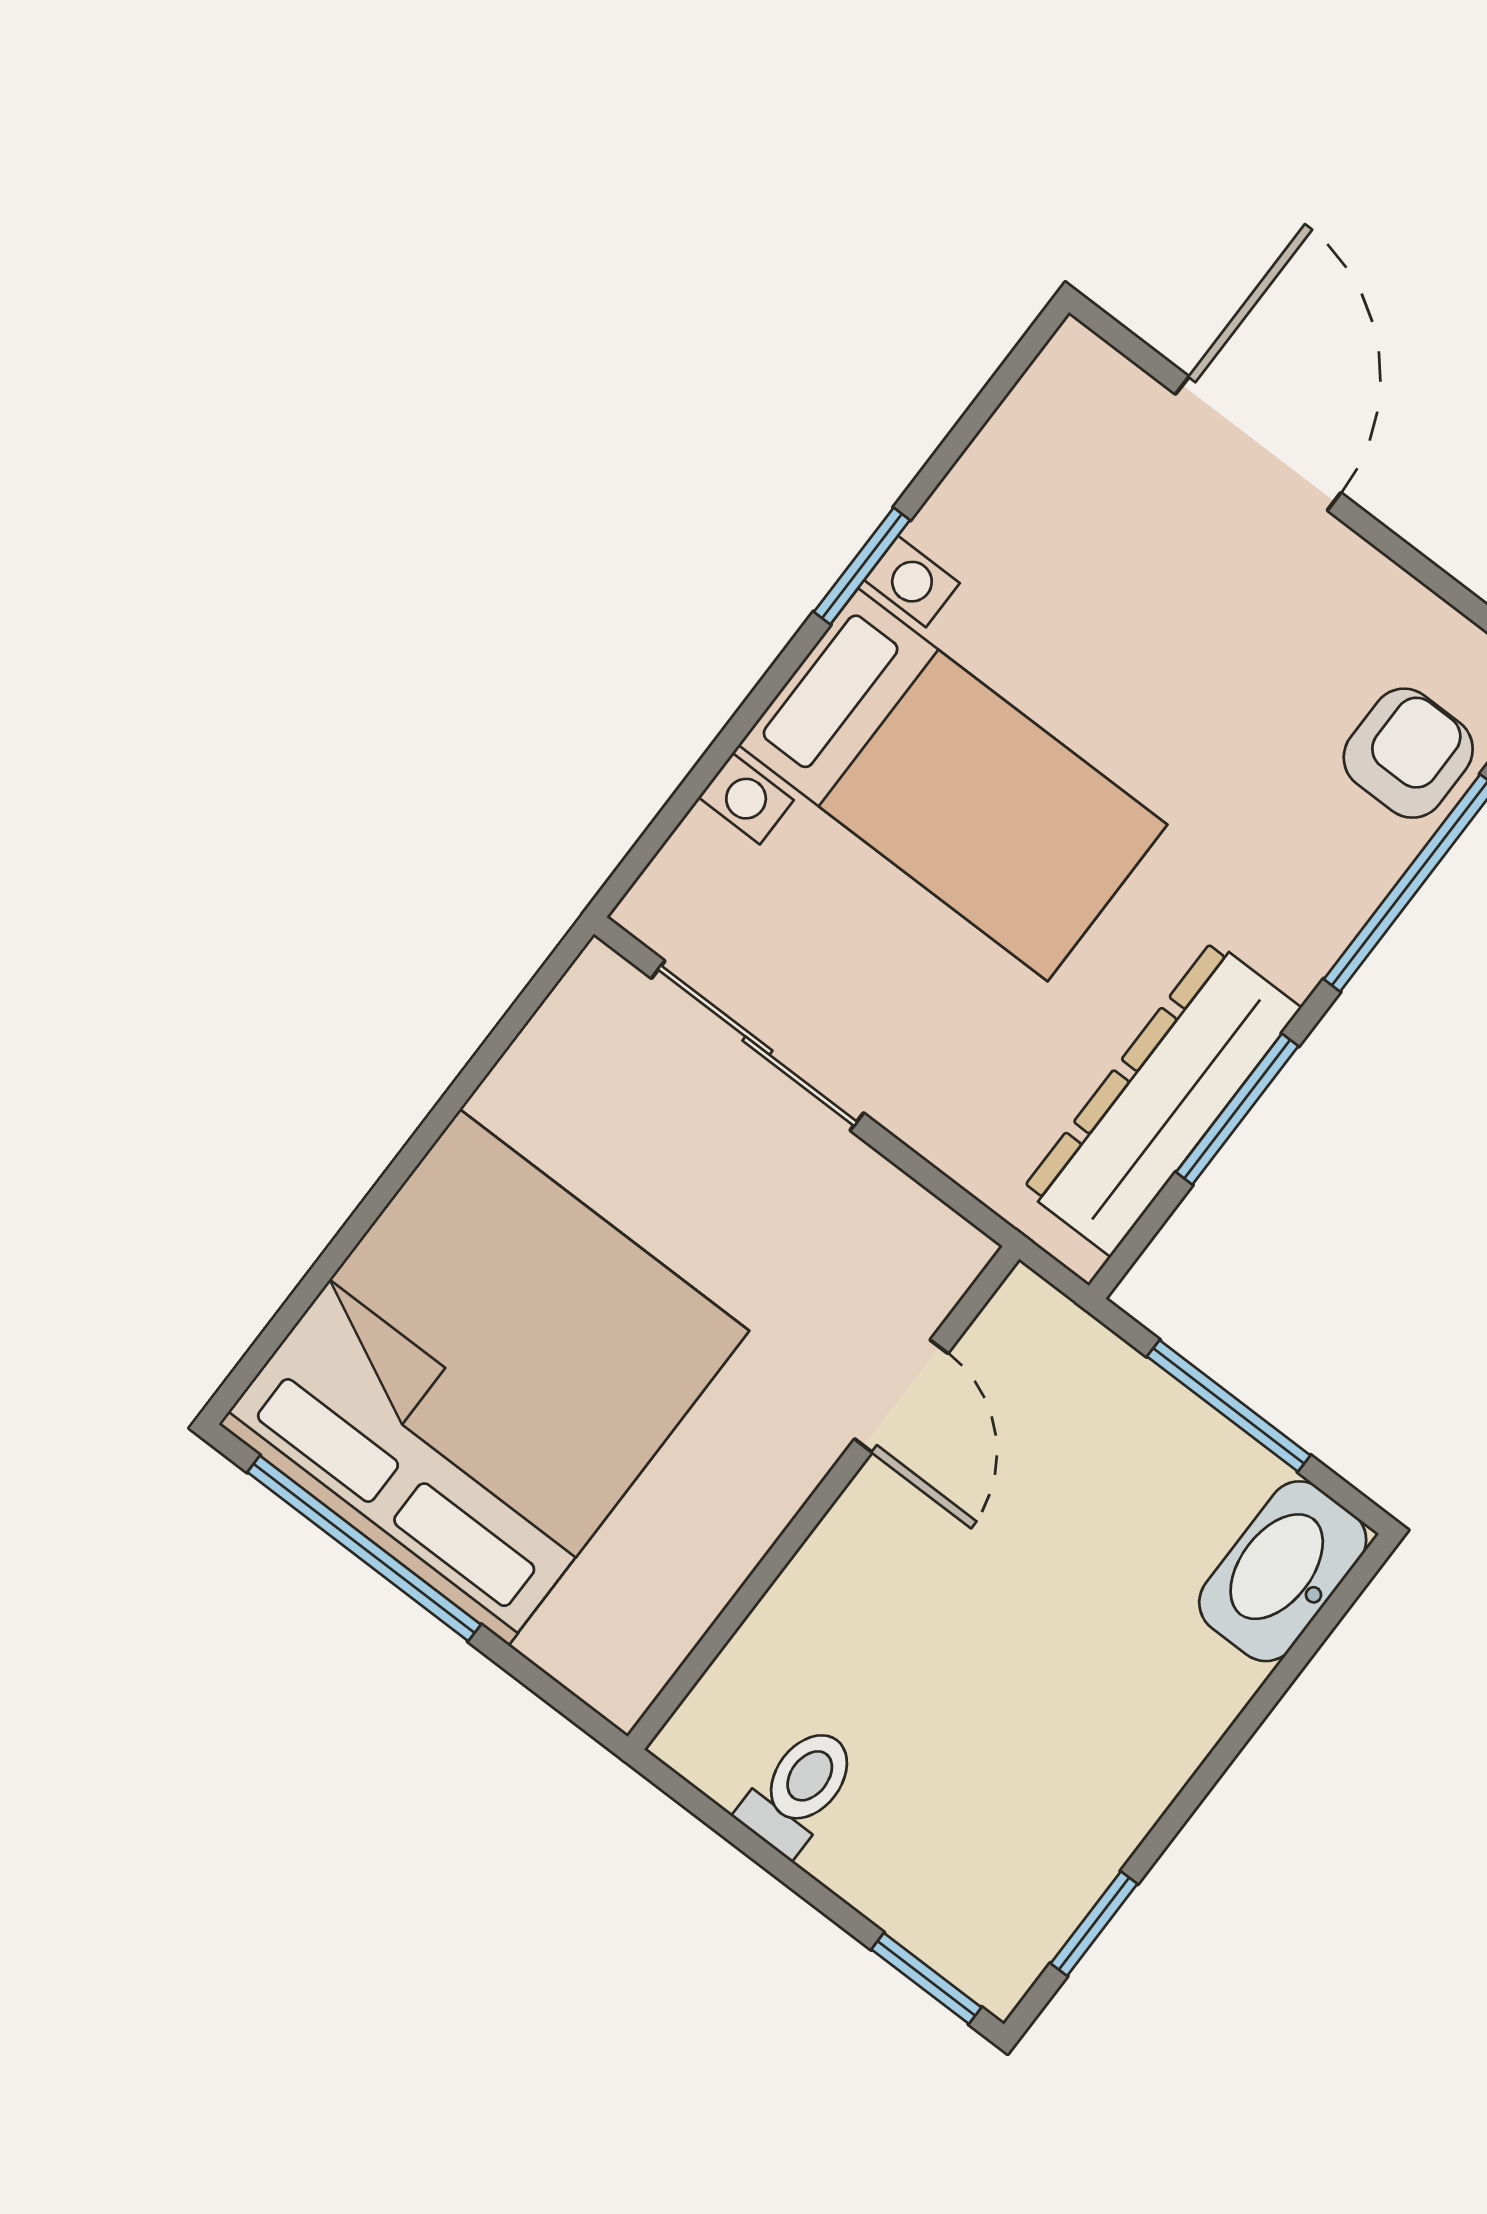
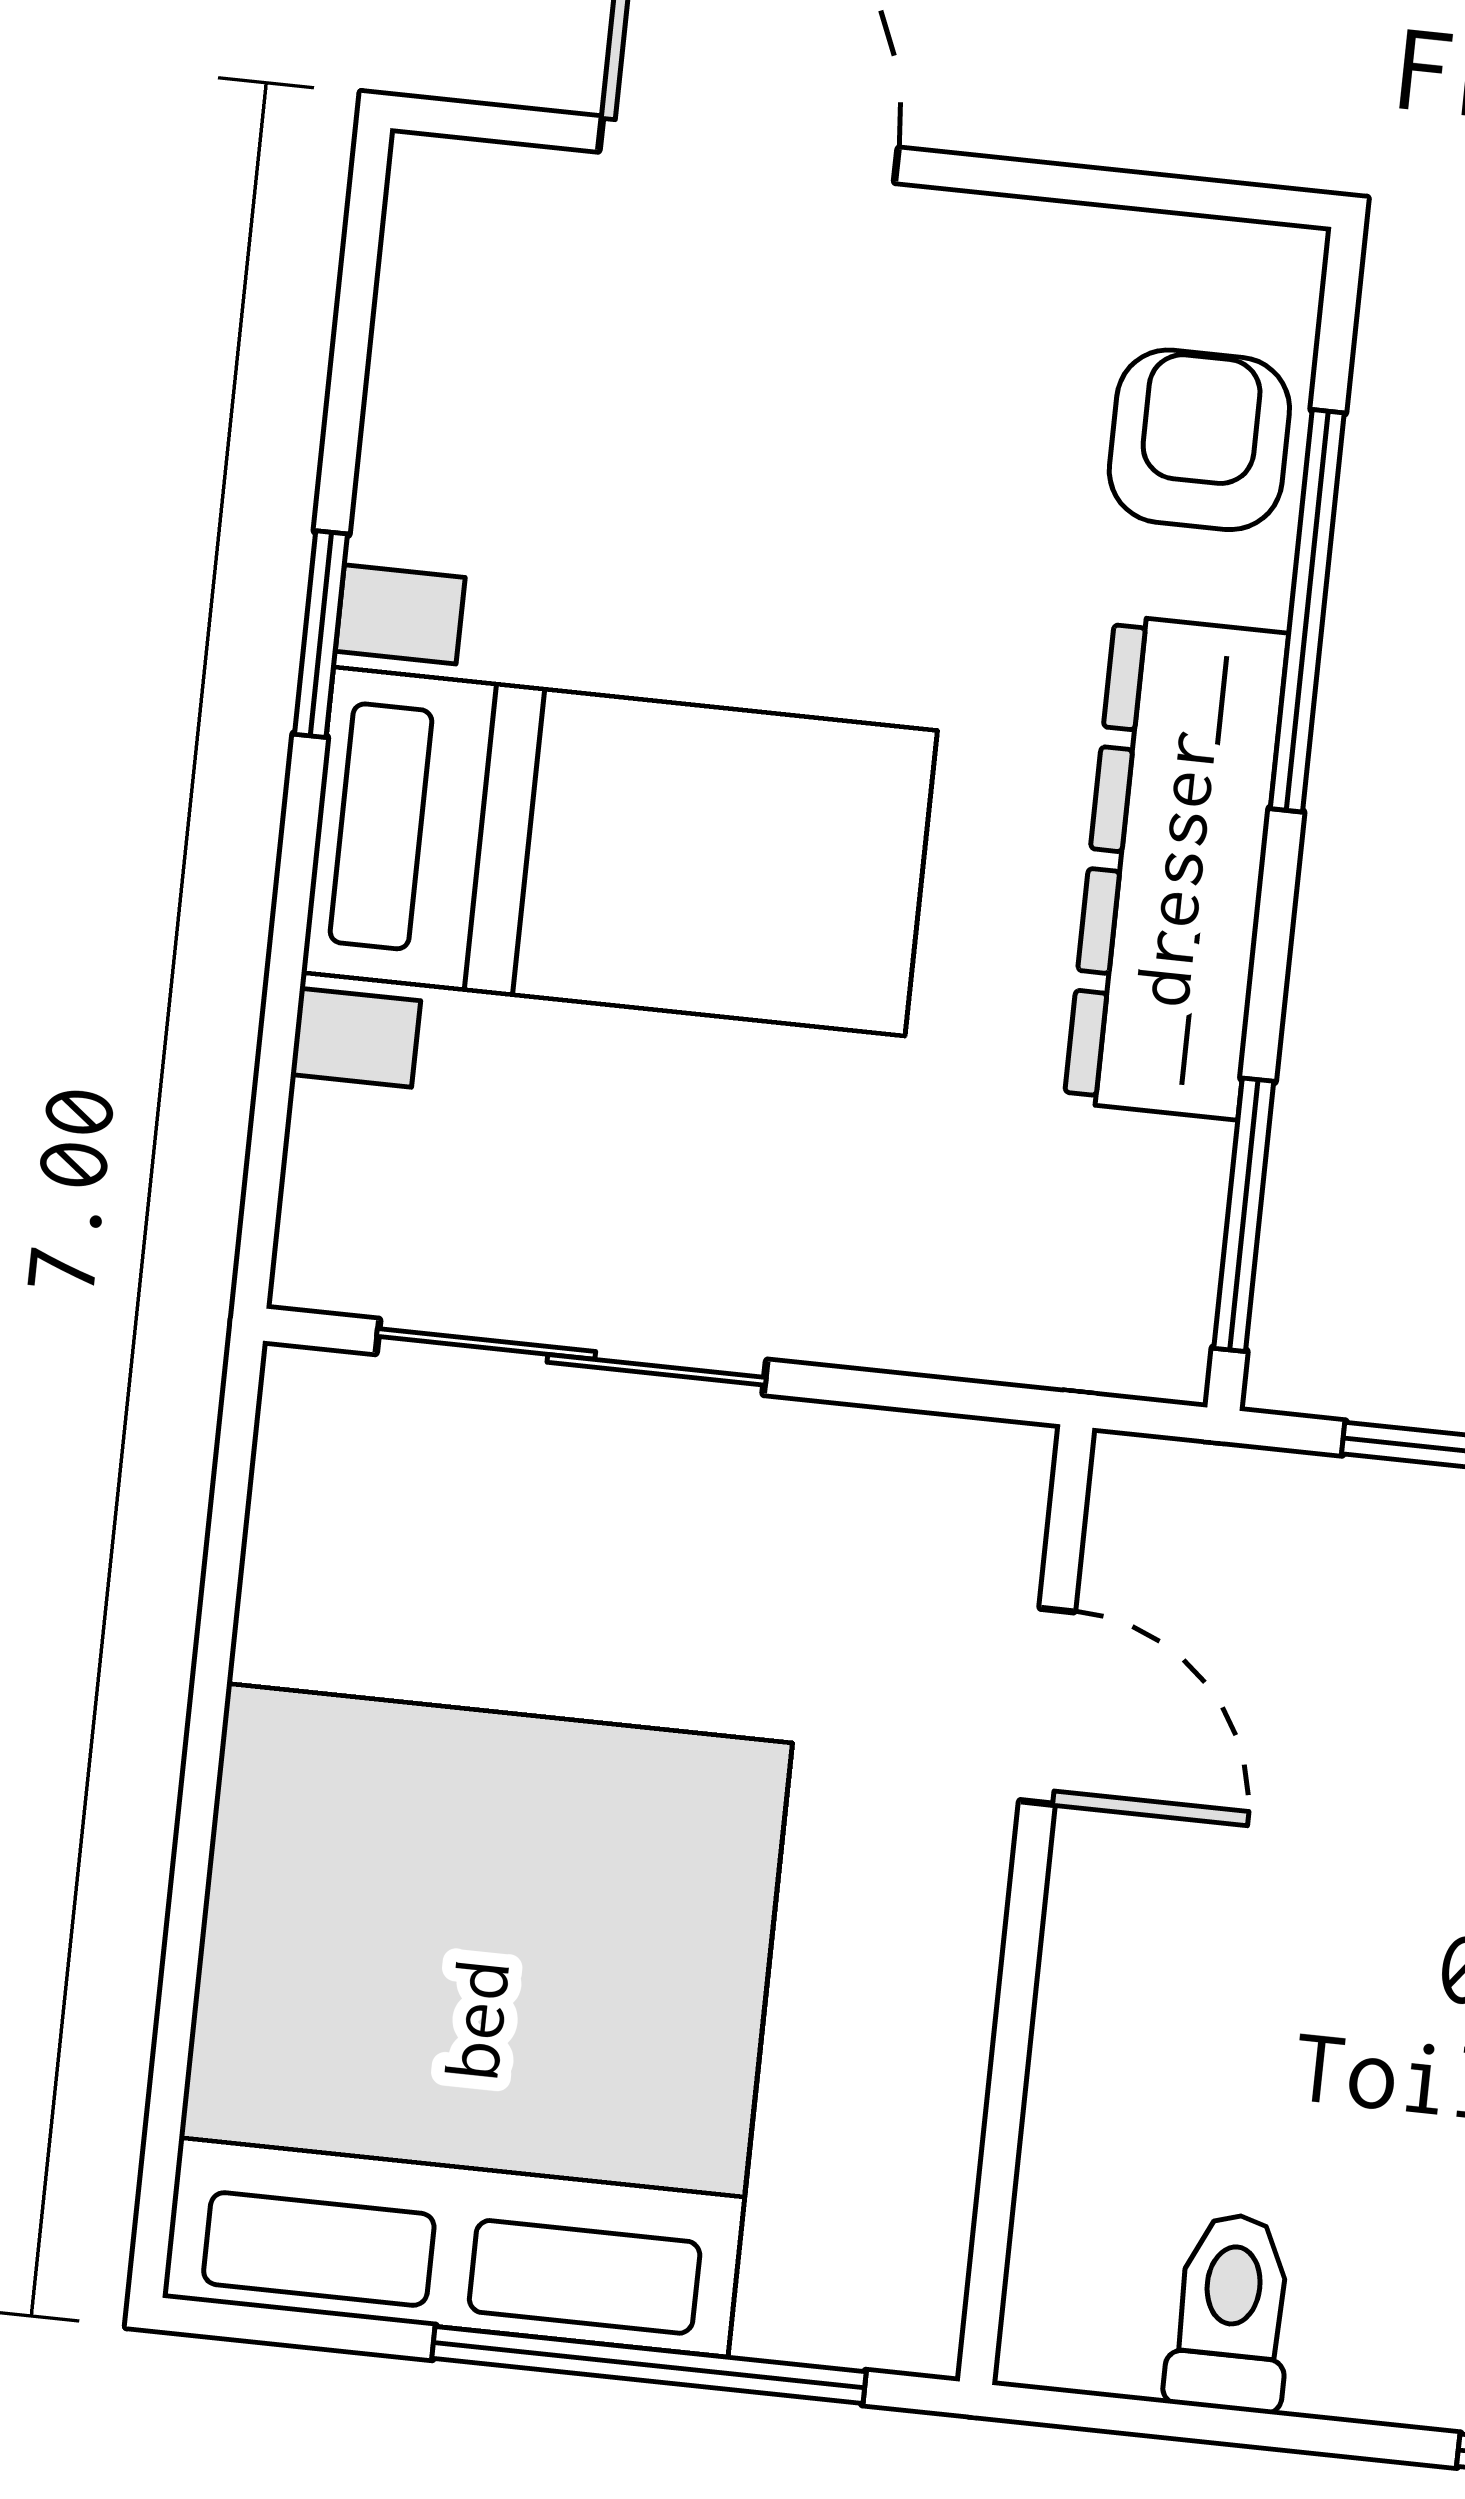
dresser: (1162, 1099) -> (1176, 868), moved
window: (1237, 1109) -> (1244, 1215), moved
window: (364, 1548) -> (649, 2365), moved

